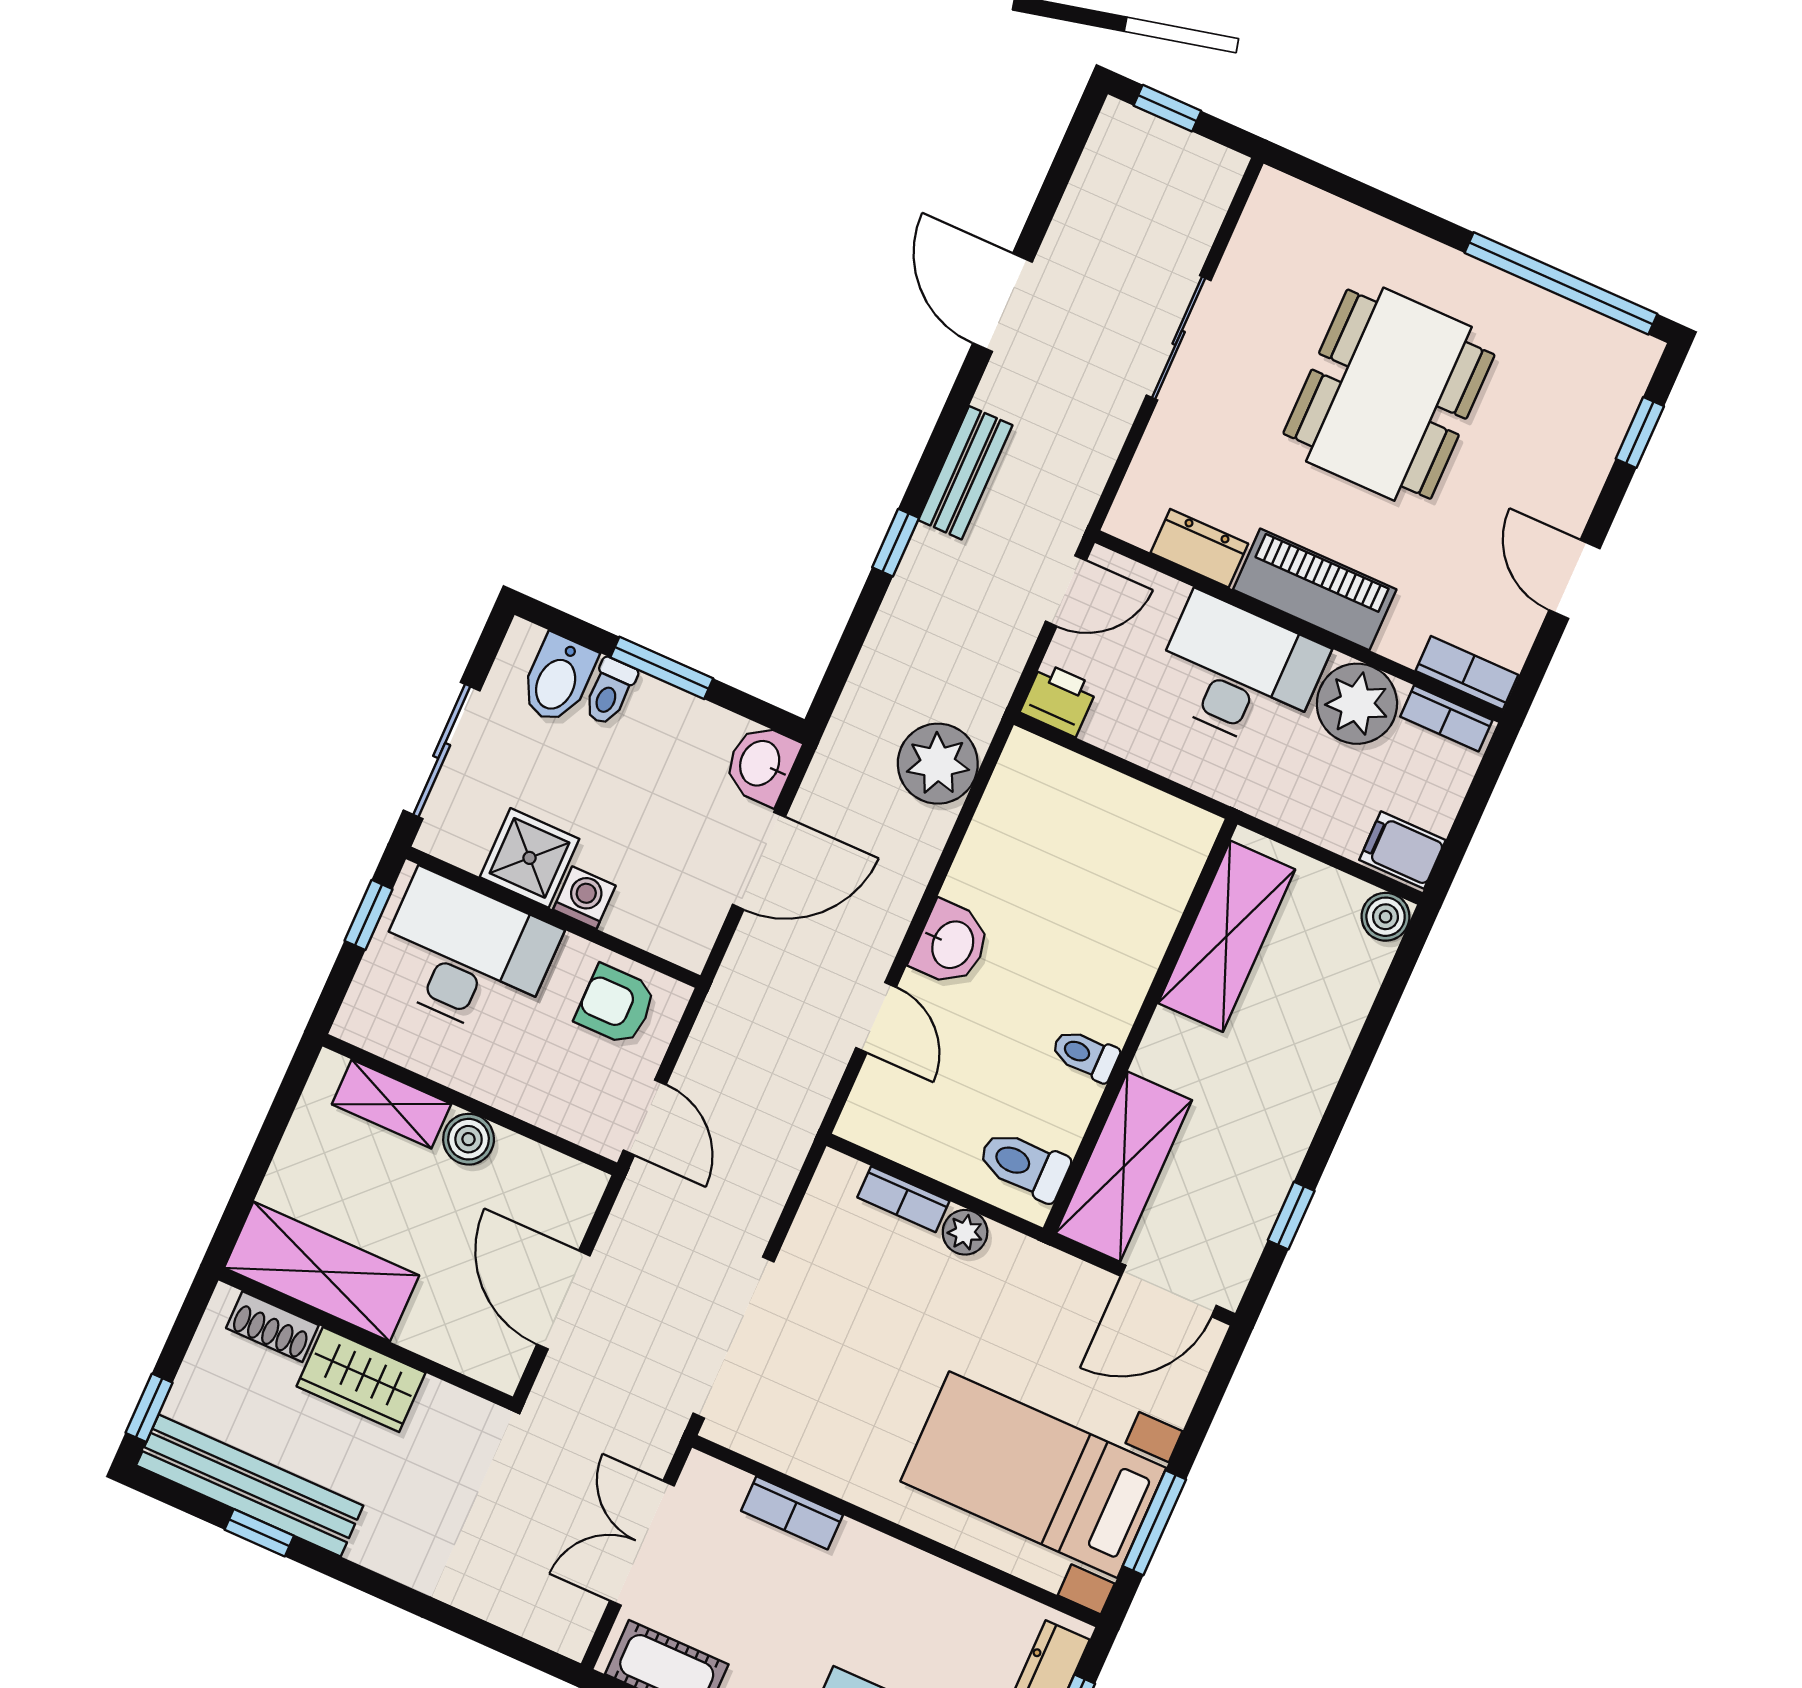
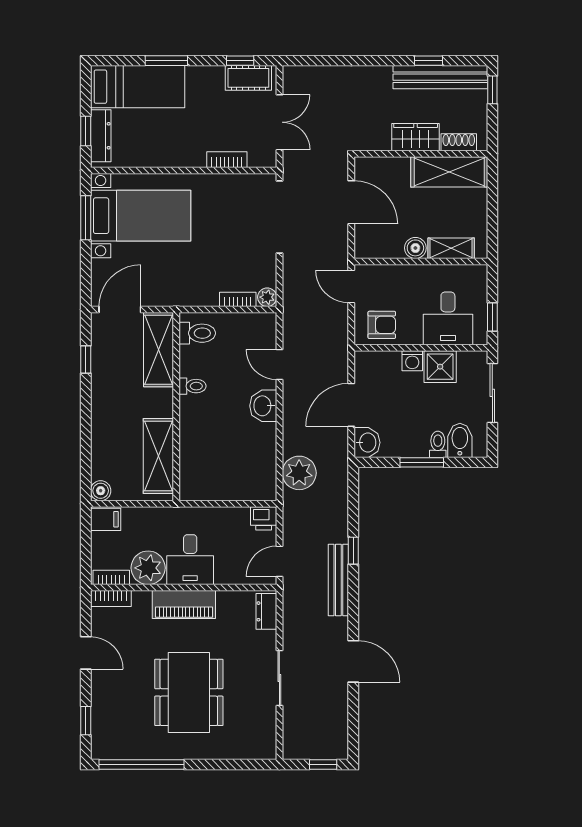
bench: (965, 473) -> (338, 580), width x1.36
dresser: (1199, 548) -> (266, 611), moved, turned 90
desk: (1239, 672) -> (190, 560), width x0.73
desk: (466, 955) -> (448, 318), width x0.73
plant: (965, 1232) -> (267, 297), moved

